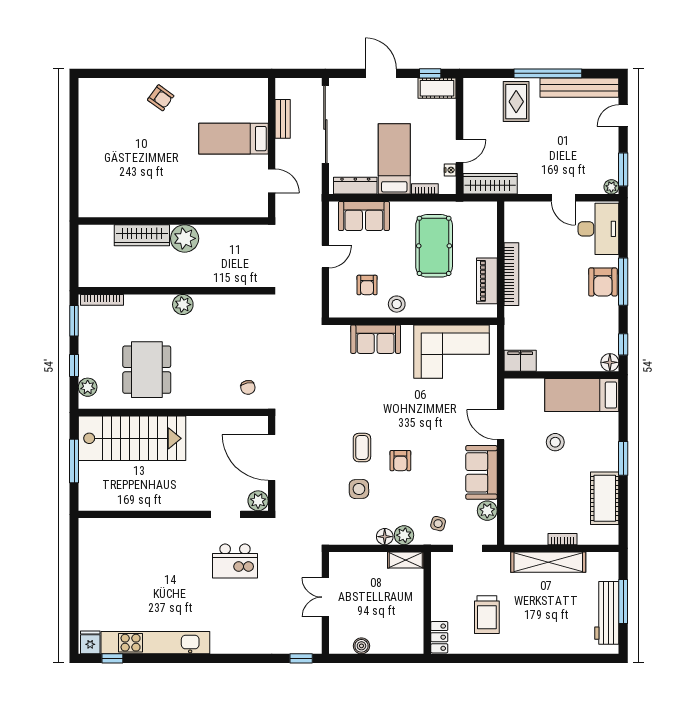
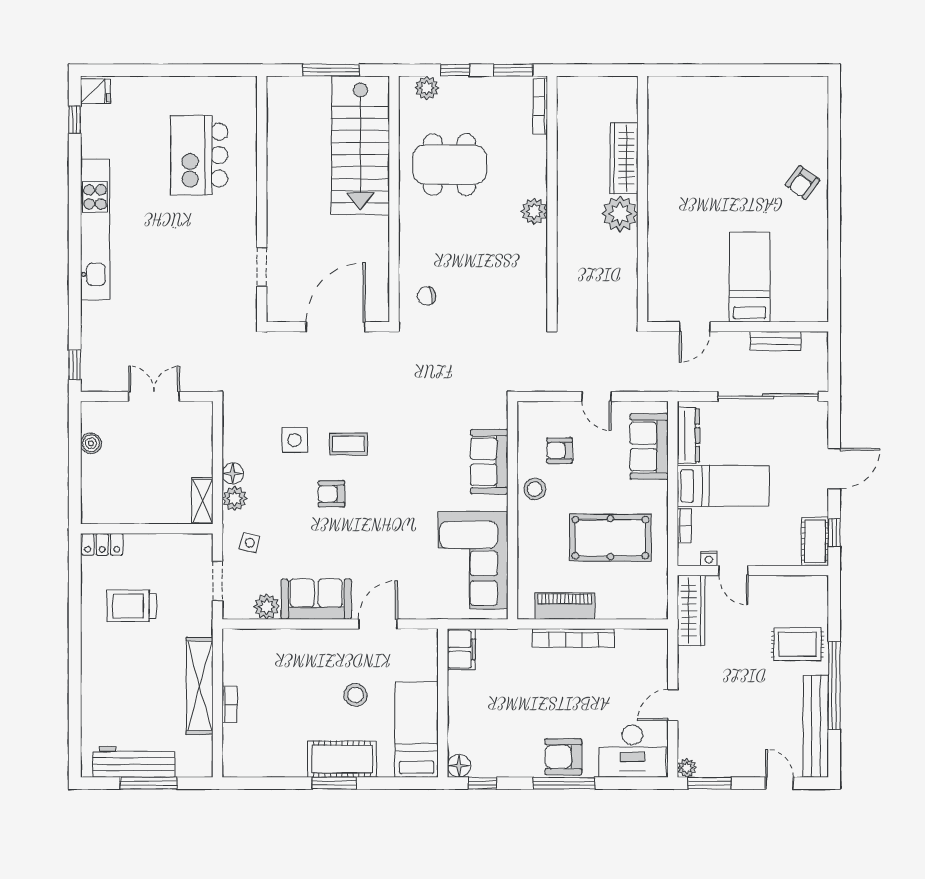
cot: (605, 498) -> (342, 759), moved
plant: (258, 501) -> (279, 309), removed
kitchen island: (235, 561) -> (199, 155), moved, width x1.37, depth x1.28
kitchen unit: (155, 643) -> (95, 229), moved

